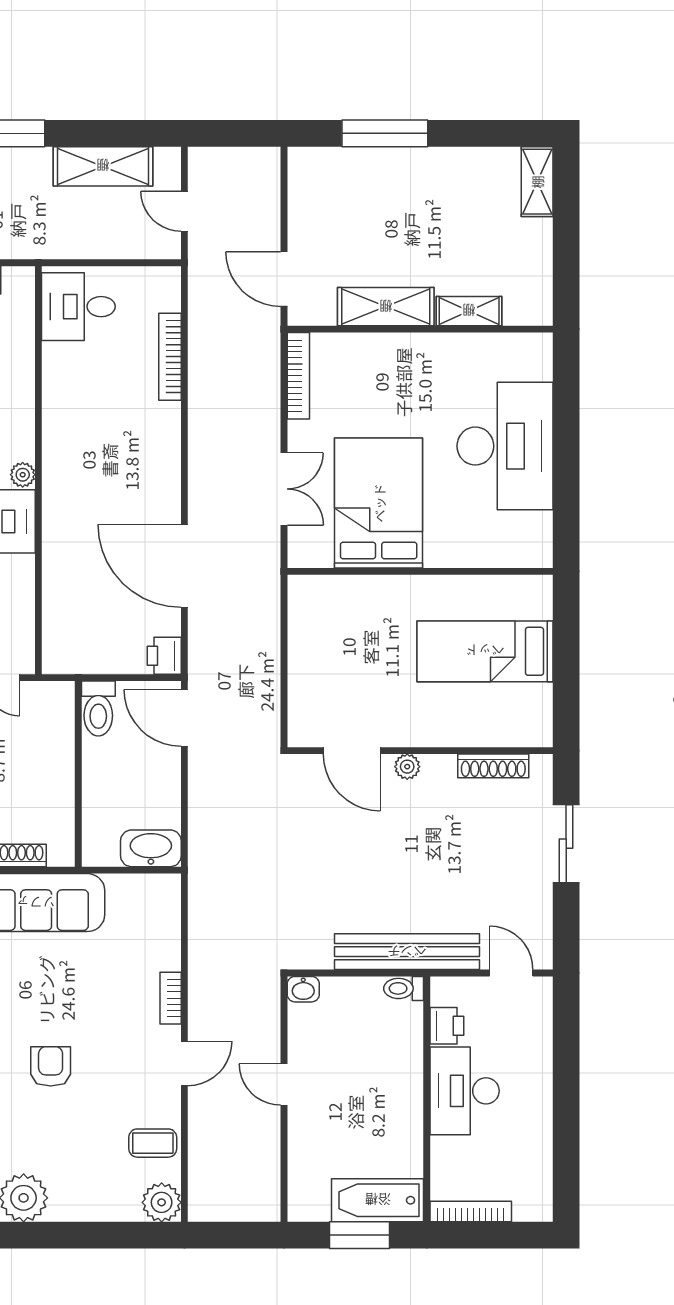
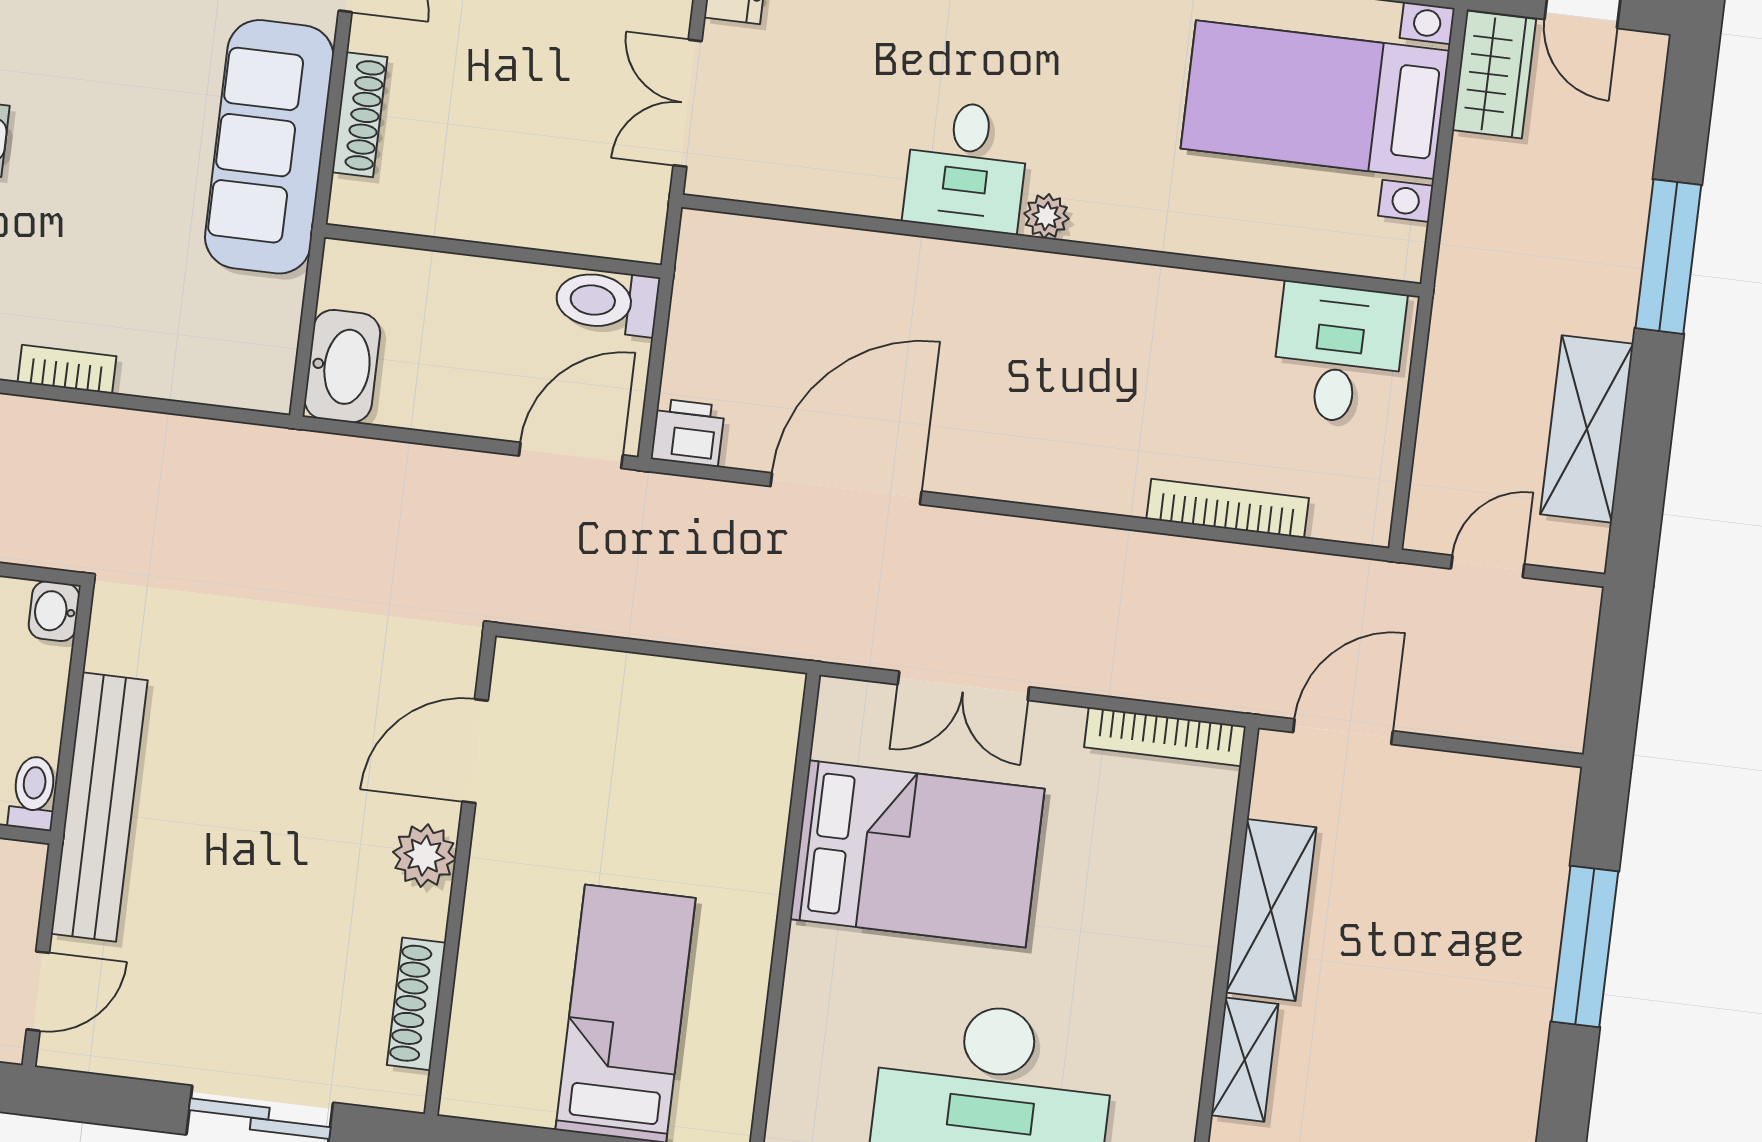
plant: (407, 767) -> (424, 856), width x1.38, depth x1.38

